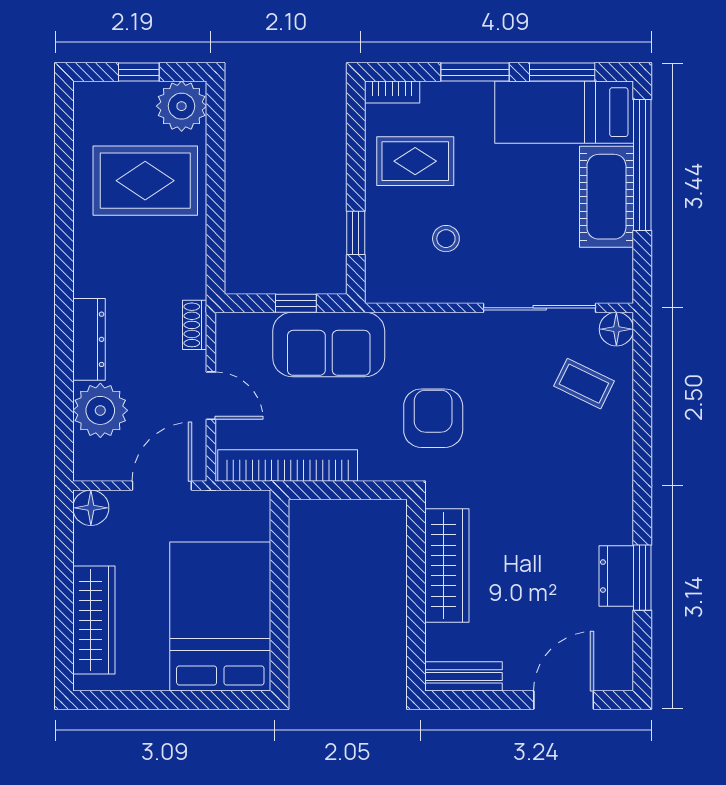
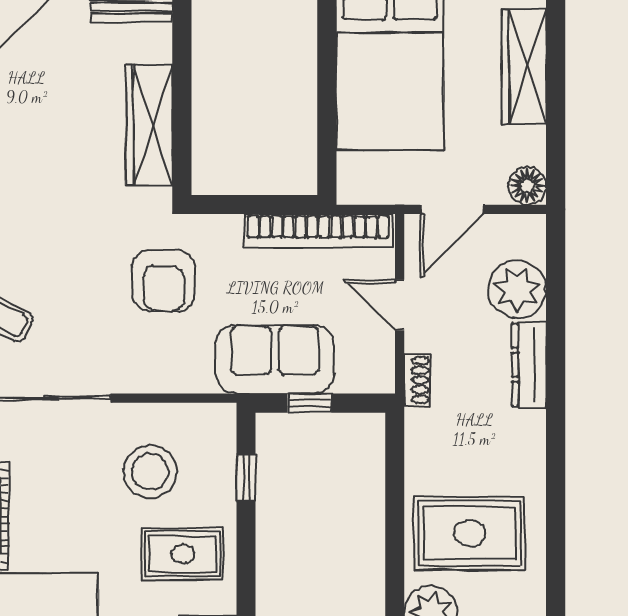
stool: (446, 239) -> (150, 472), width x1.89, depth x1.89

